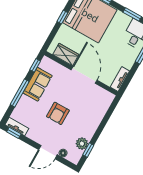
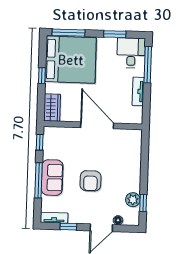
wardrobe: (66, 55) -> (52, 108), moved, turned 90
tv unit: (120, 79) -> (138, 91), moved
sofa: (38, 84) -> (52, 178), moved
window: (14, 133) -> (68, 227), moved

